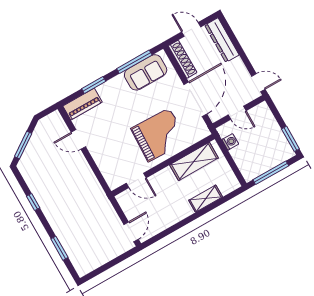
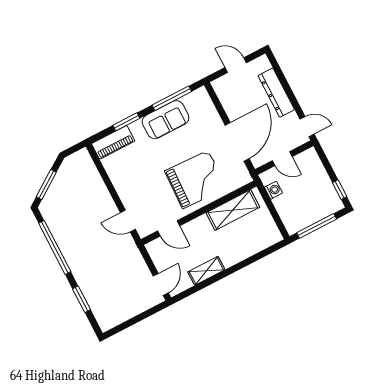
dresser: (222, 40) -> (276, 93), moved
shoe rack: (183, 59) -> (225, 98), removed
sofa: (146, 72) -> (166, 120), moved
door: (78, 139) -> (128, 221), moved
window: (290, 139) -> (340, 190), width x0.67
shelving: (206, 199) -> (206, 271), moved
window: (33, 202) -> (55, 247), width x3.17

